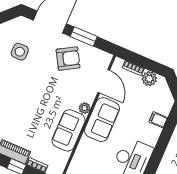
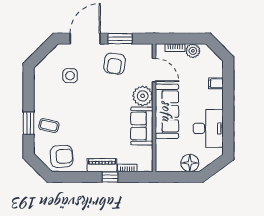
armchair: (68, 59) -> (115, 64), turned 128
plant: (84, 108) -> (143, 96), width x1.88, depth x1.88
sofa: (102, 120) -> (167, 111), width x1.36

